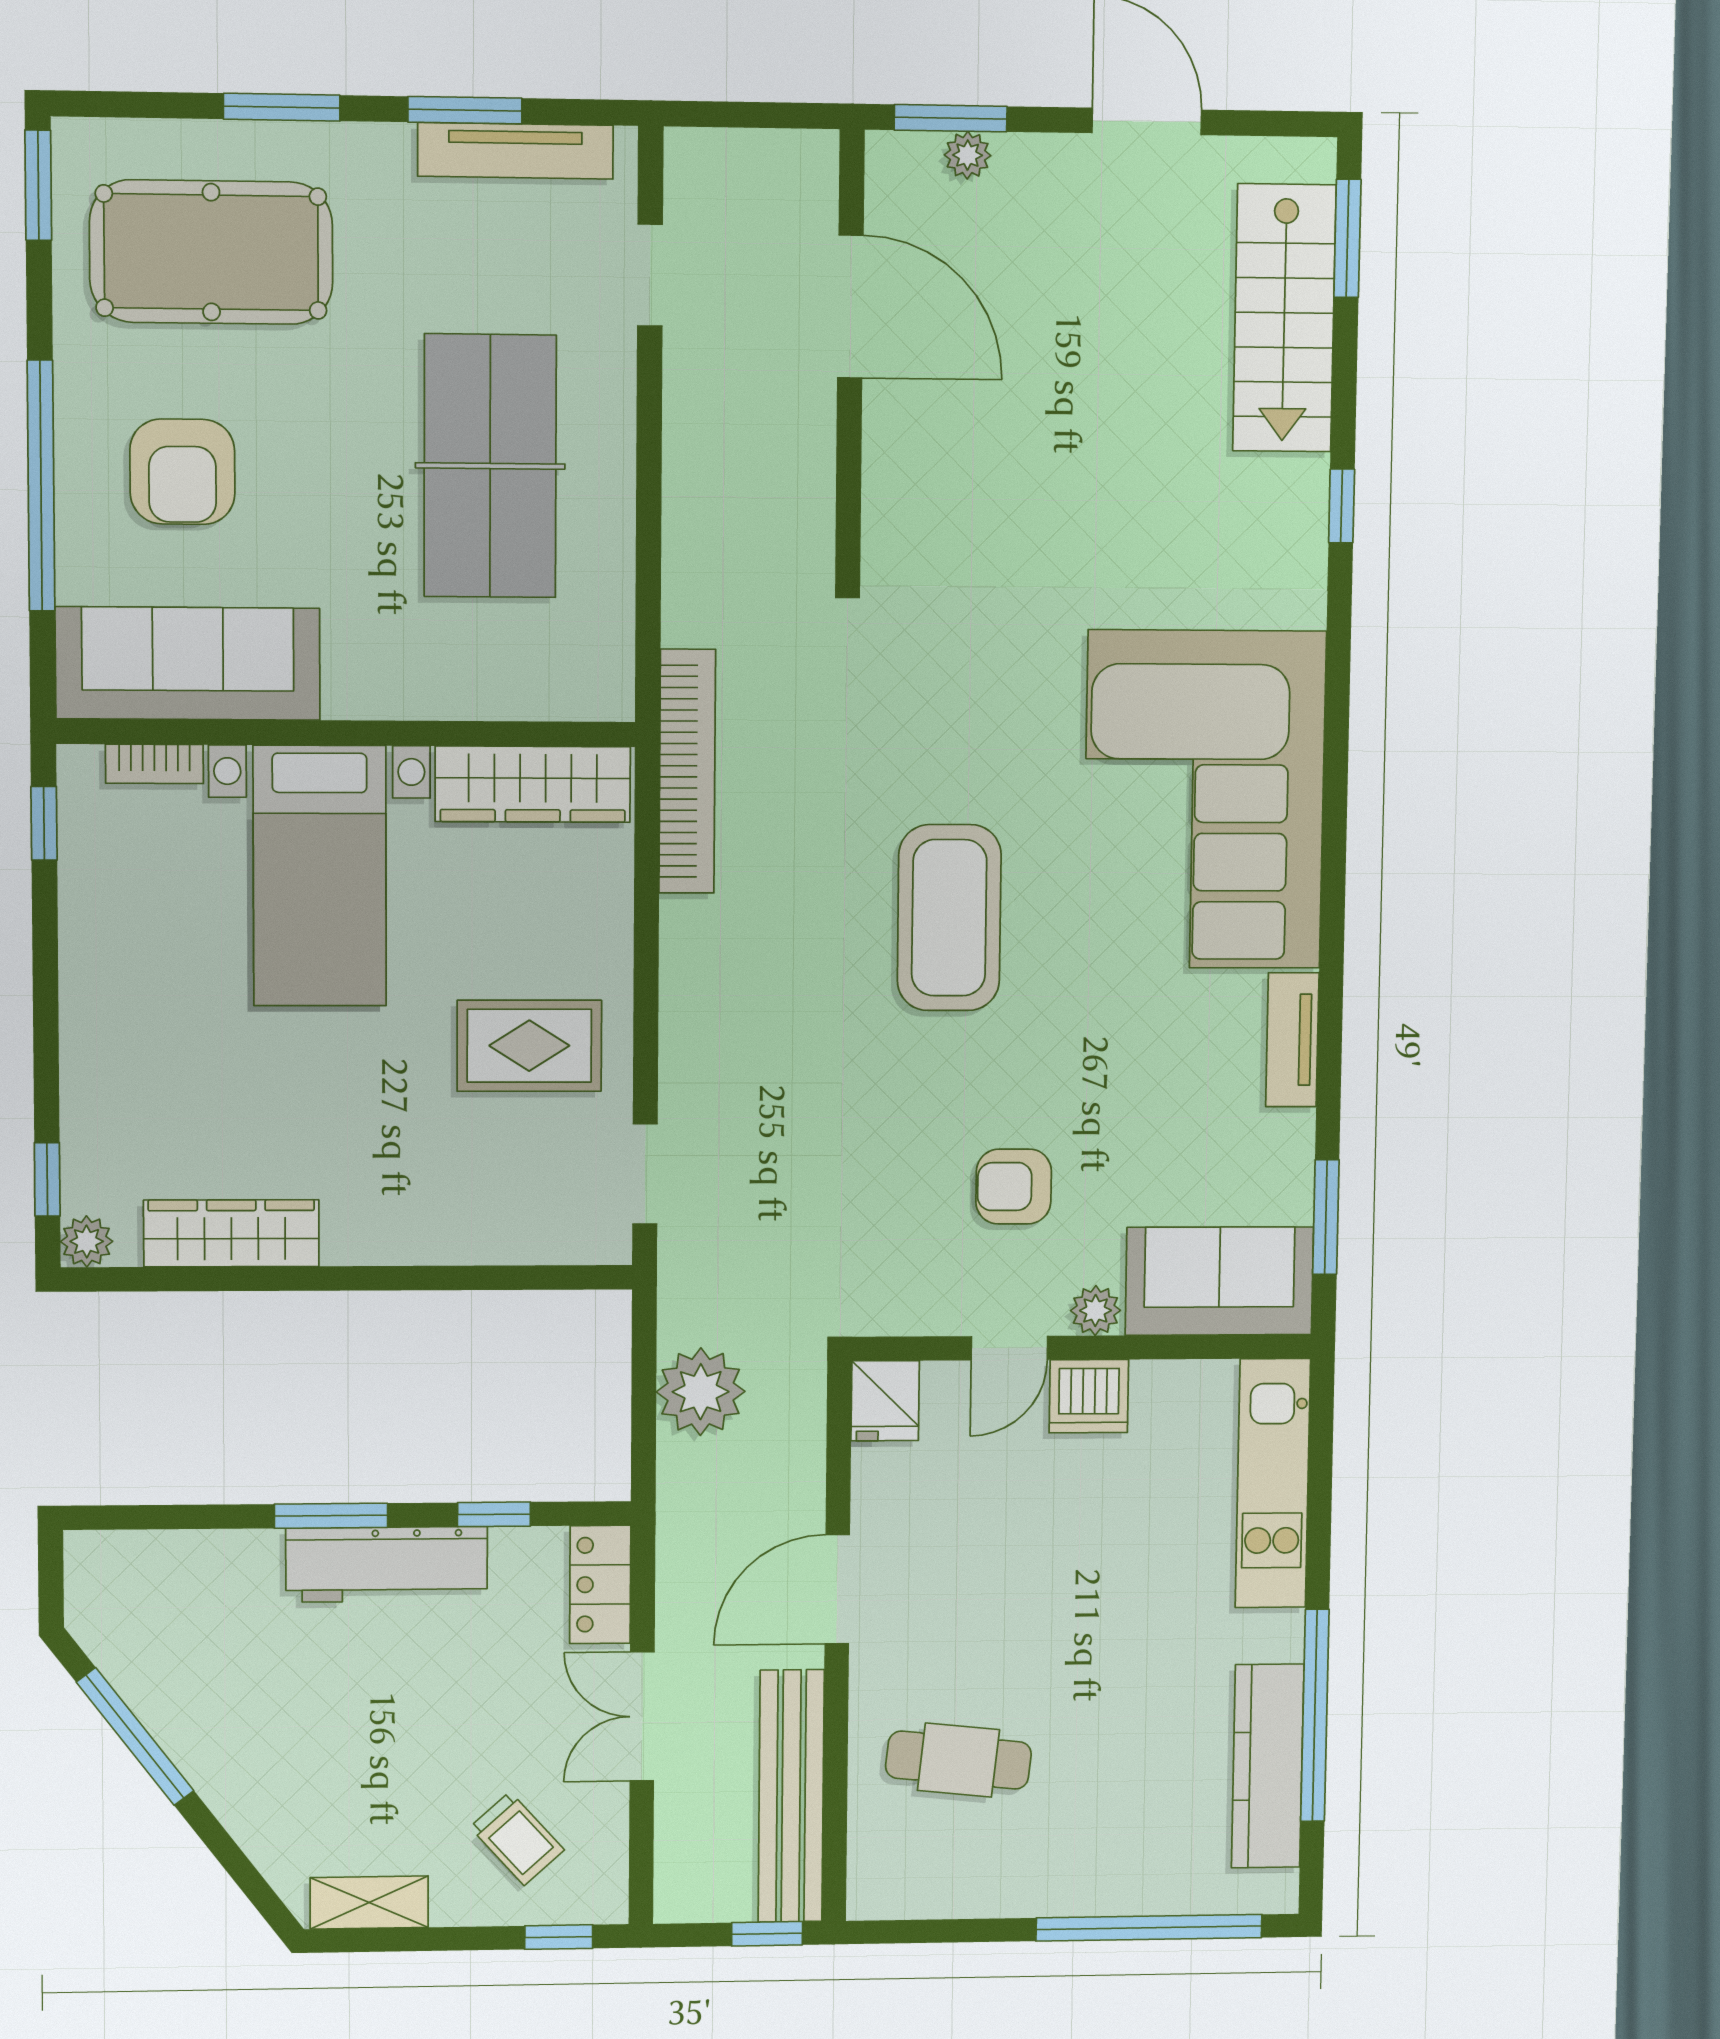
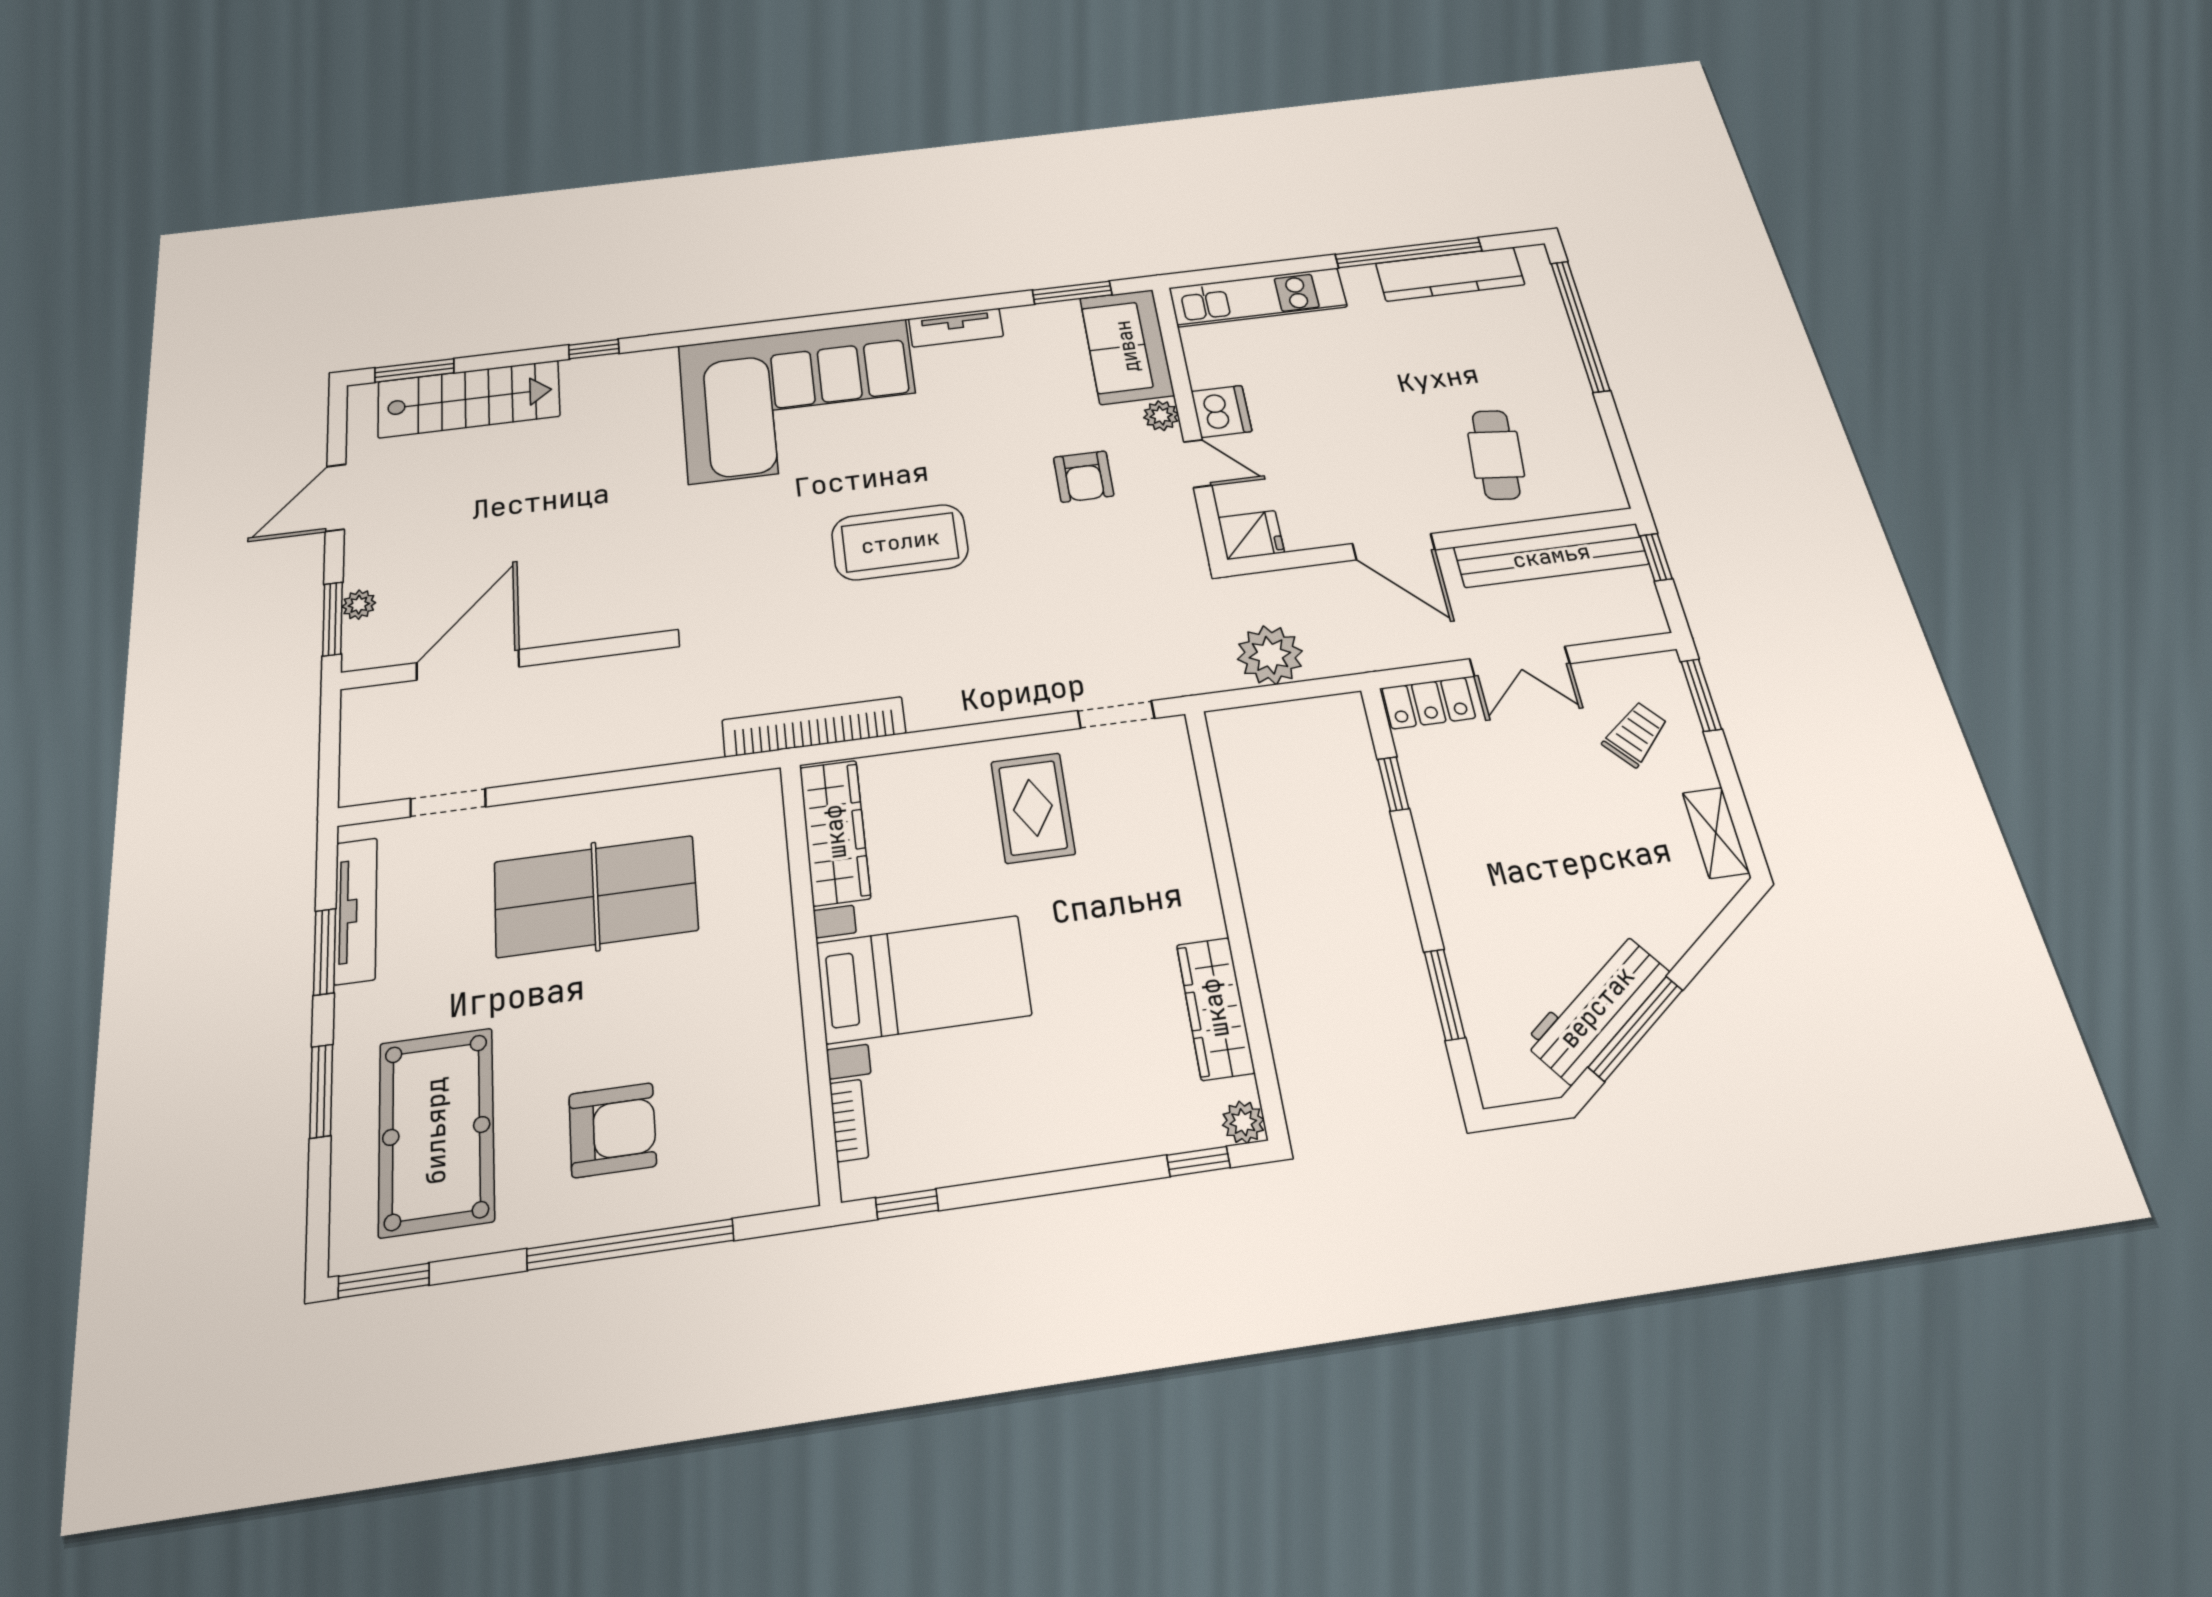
sofa: (188, 664) -> (766, 1105), removed
window: (331, 1516) -> (1445, 995), moved
workbench: (387, 1564) -> (1597, 1007), moved, turned -127
window: (559, 1937) -> (1701, 695), width x1.50

